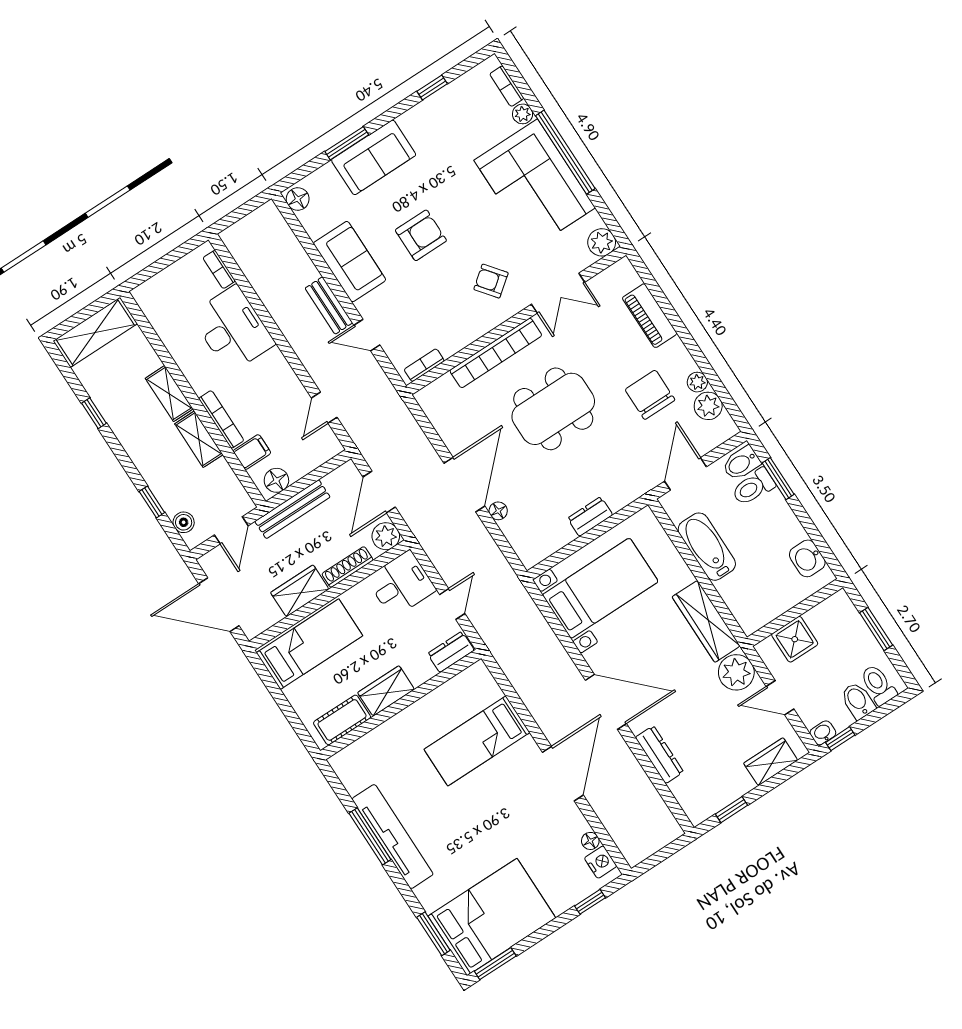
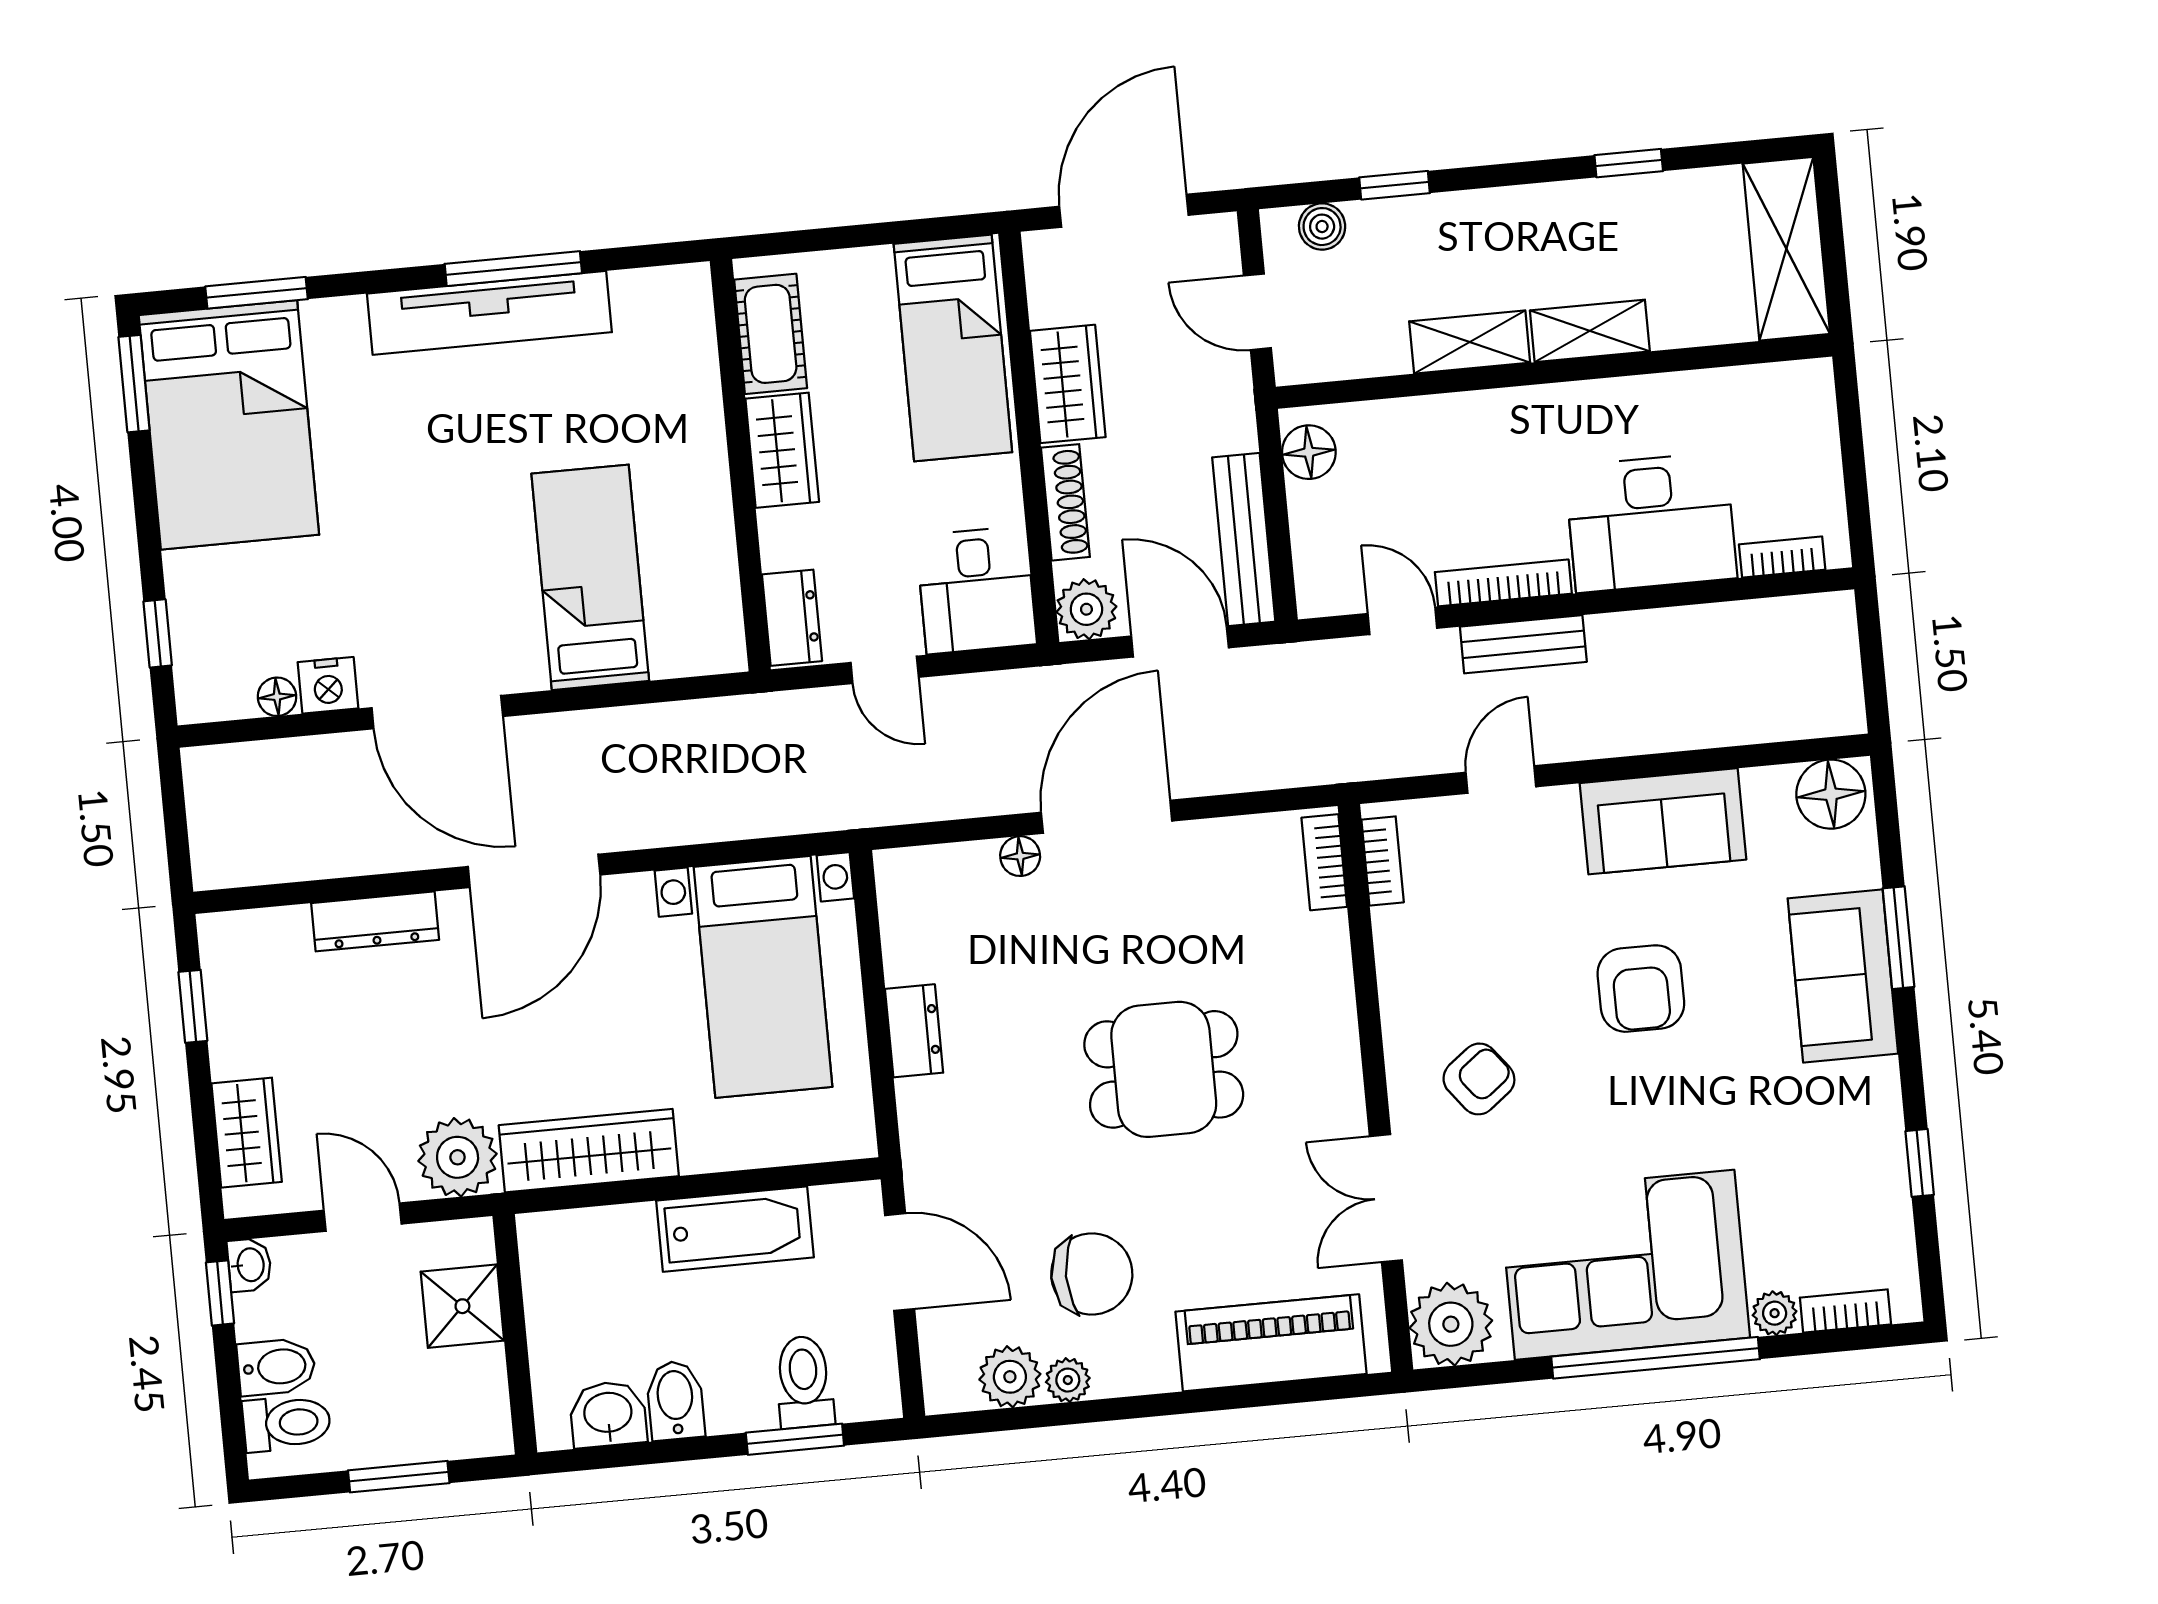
floor lamp: (298, 199) -> (1831, 794), width x1.38, depth x1.38
plant: (602, 242) -> (1451, 1324), width x1.36, depth x1.36
bench: (329, 305) -> (1523, 644), moved
piano: (650, 316) -> (1271, 1343), width x1.37, depth x1.33
bookcase: (496, 353) -> (1324, 862), moved, width x0.43, depth x0.76
dining table: (553, 409) -> (1164, 1069), width x0.73
bookcase: (221, 419) -> (1503, 583), moved, turned 180
filing cabinet: (252, 452) -> (1390, 433), removed
bidet: (741, 463) -> (675, 1400), moved
door: (464, 485) -> (1107, 817), swing flipped
bench: (292, 509) -> (1244, 539), moved
door: (780, 698) -> (363, 1217), hinge flipped
nightstand: (601, 862) -> (328, 685), moved

